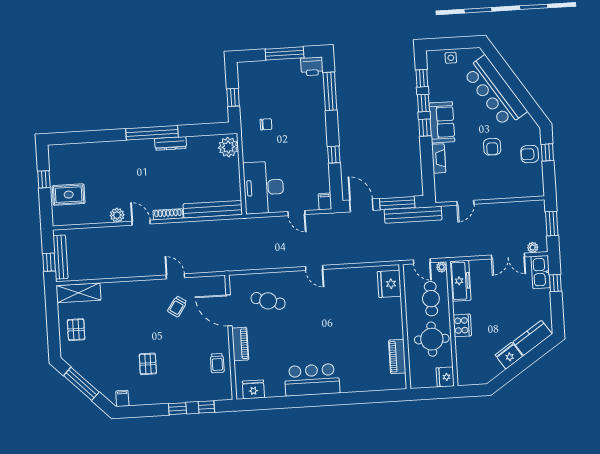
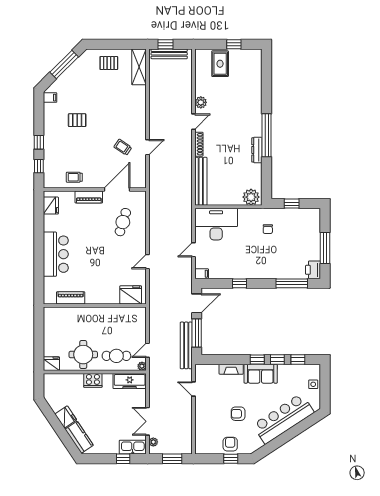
fridge: (389, 284) -> (131, 295), moved
wall: (405, 327) -> (95, 305), moved
piano: (397, 357) -> (71, 298), moved

